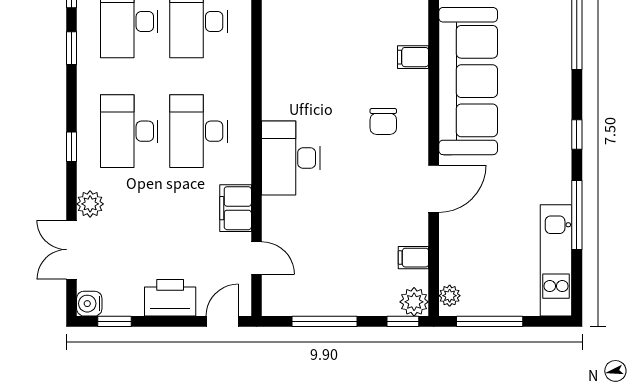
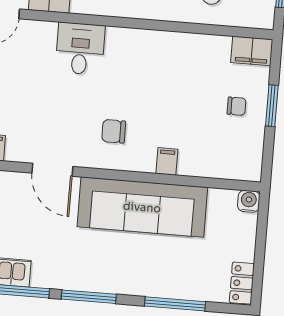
window: (577, 135) -> (89, 297), width x2.17
desk: (291, 158) -> (80, 49), width x0.73

